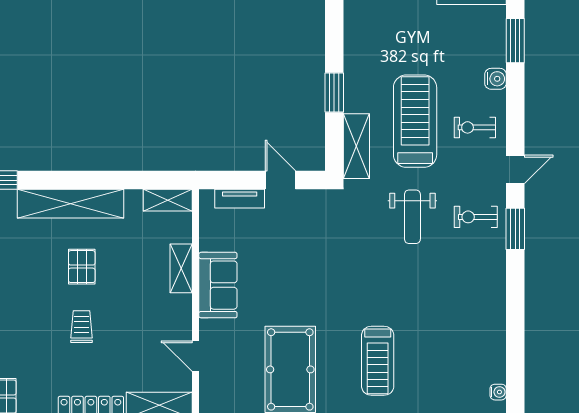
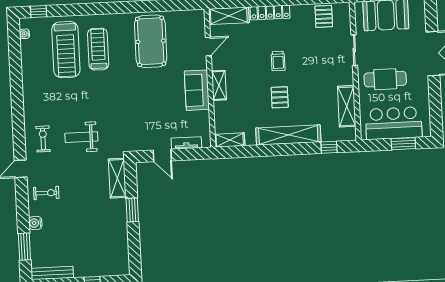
treadmill: (415, 121) -> (66, 50), moved
weight bench: (412, 217) -> (81, 137), turned -90
exercise bike: (476, 217) -> (43, 139), turned -90
window: (515, 229) -> (19, 133), removed
shelving: (181, 268) -> (219, 85), moved
door: (196, 356) -> (208, 47), hinge flipped

